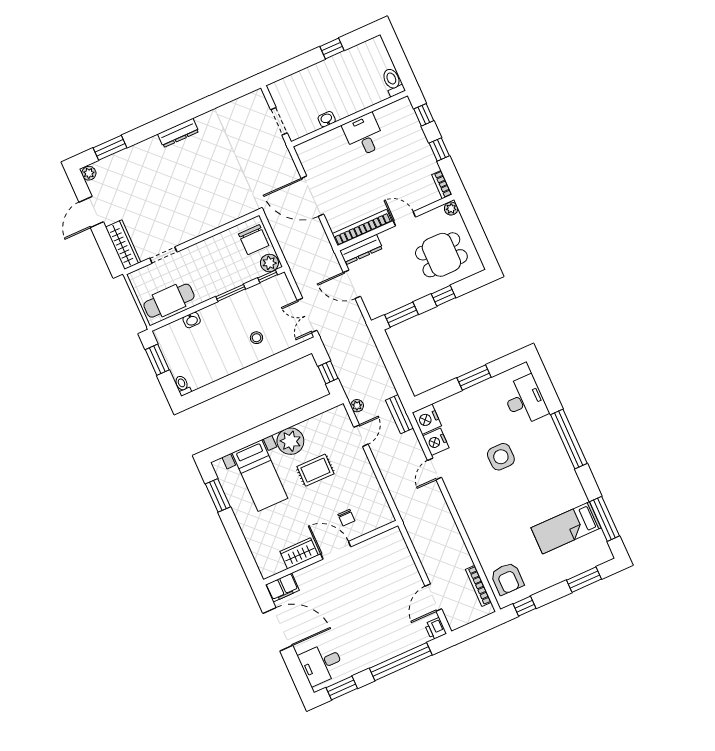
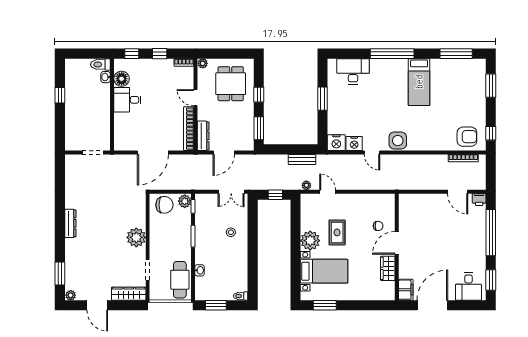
floor lamp: (387, 116) -> (122, 79), added
washbasin: (327, 119) -> (106, 77), moved
door: (404, 219) -> (196, 98), hinge flipped
plant: (197, 223) -> (136, 237), added
bench: (399, 414) -> (302, 159), moved
side table: (501, 457) -> (398, 141), moved
bed: (566, 528) -> (419, 82), moved

